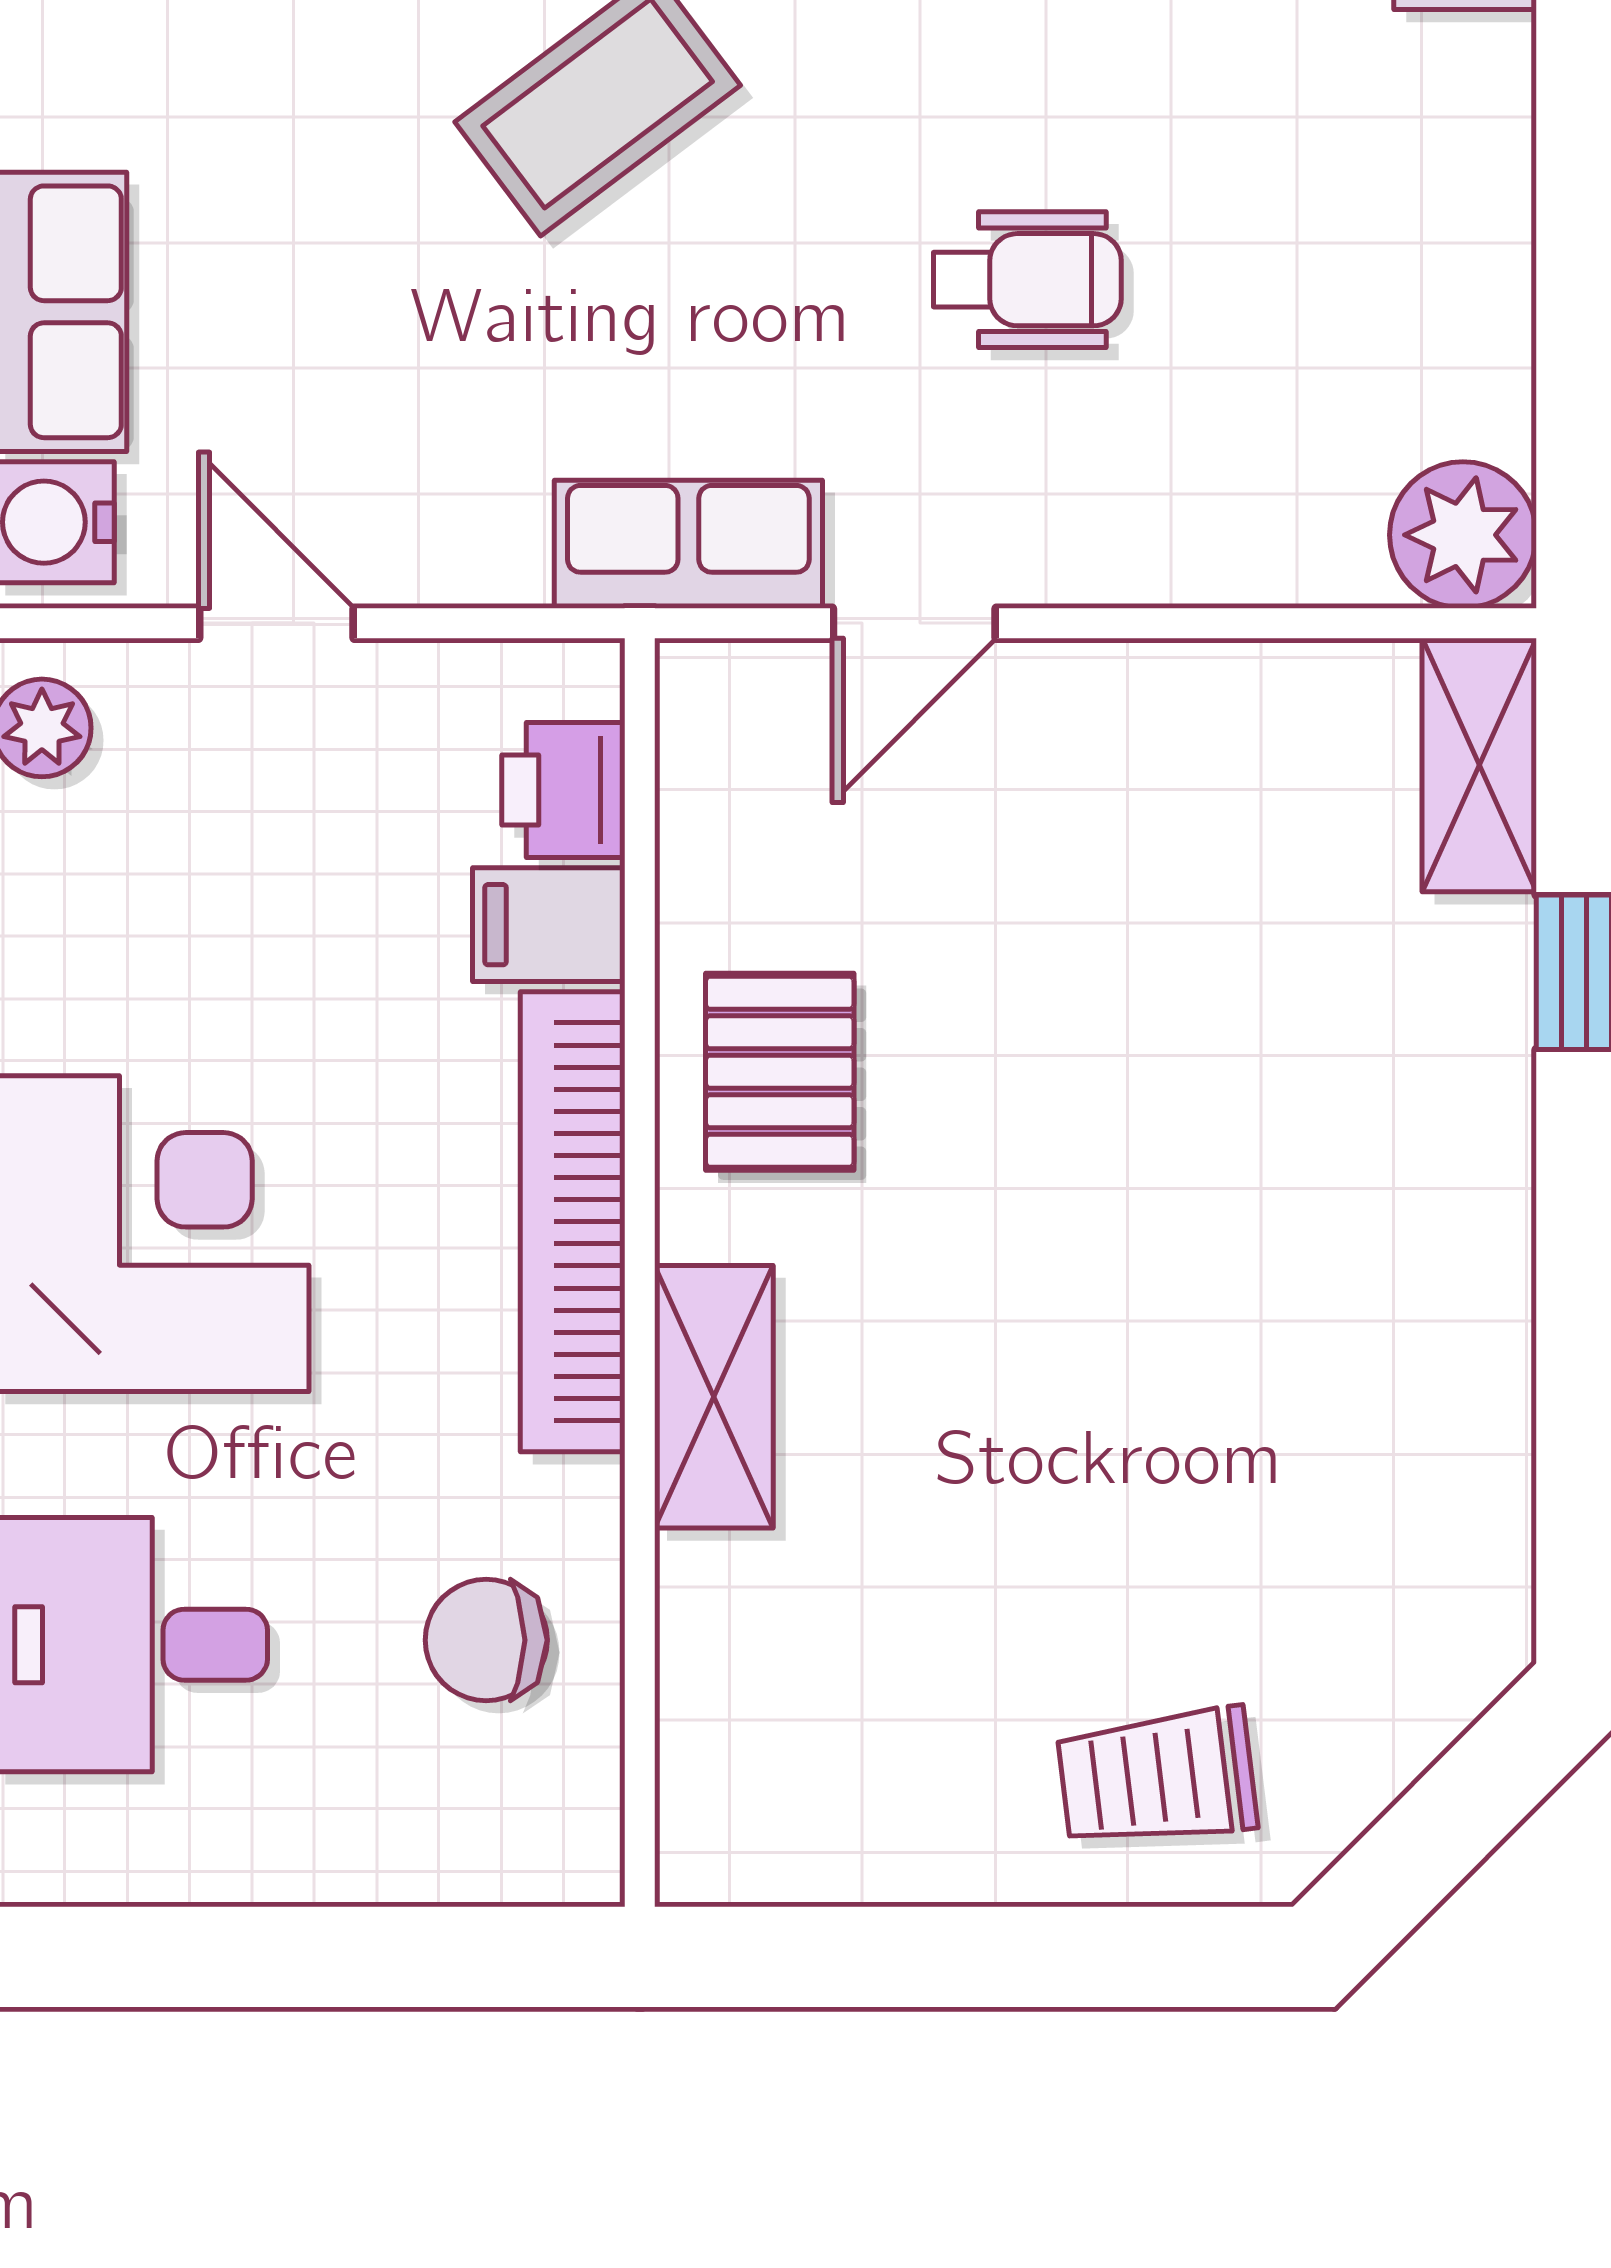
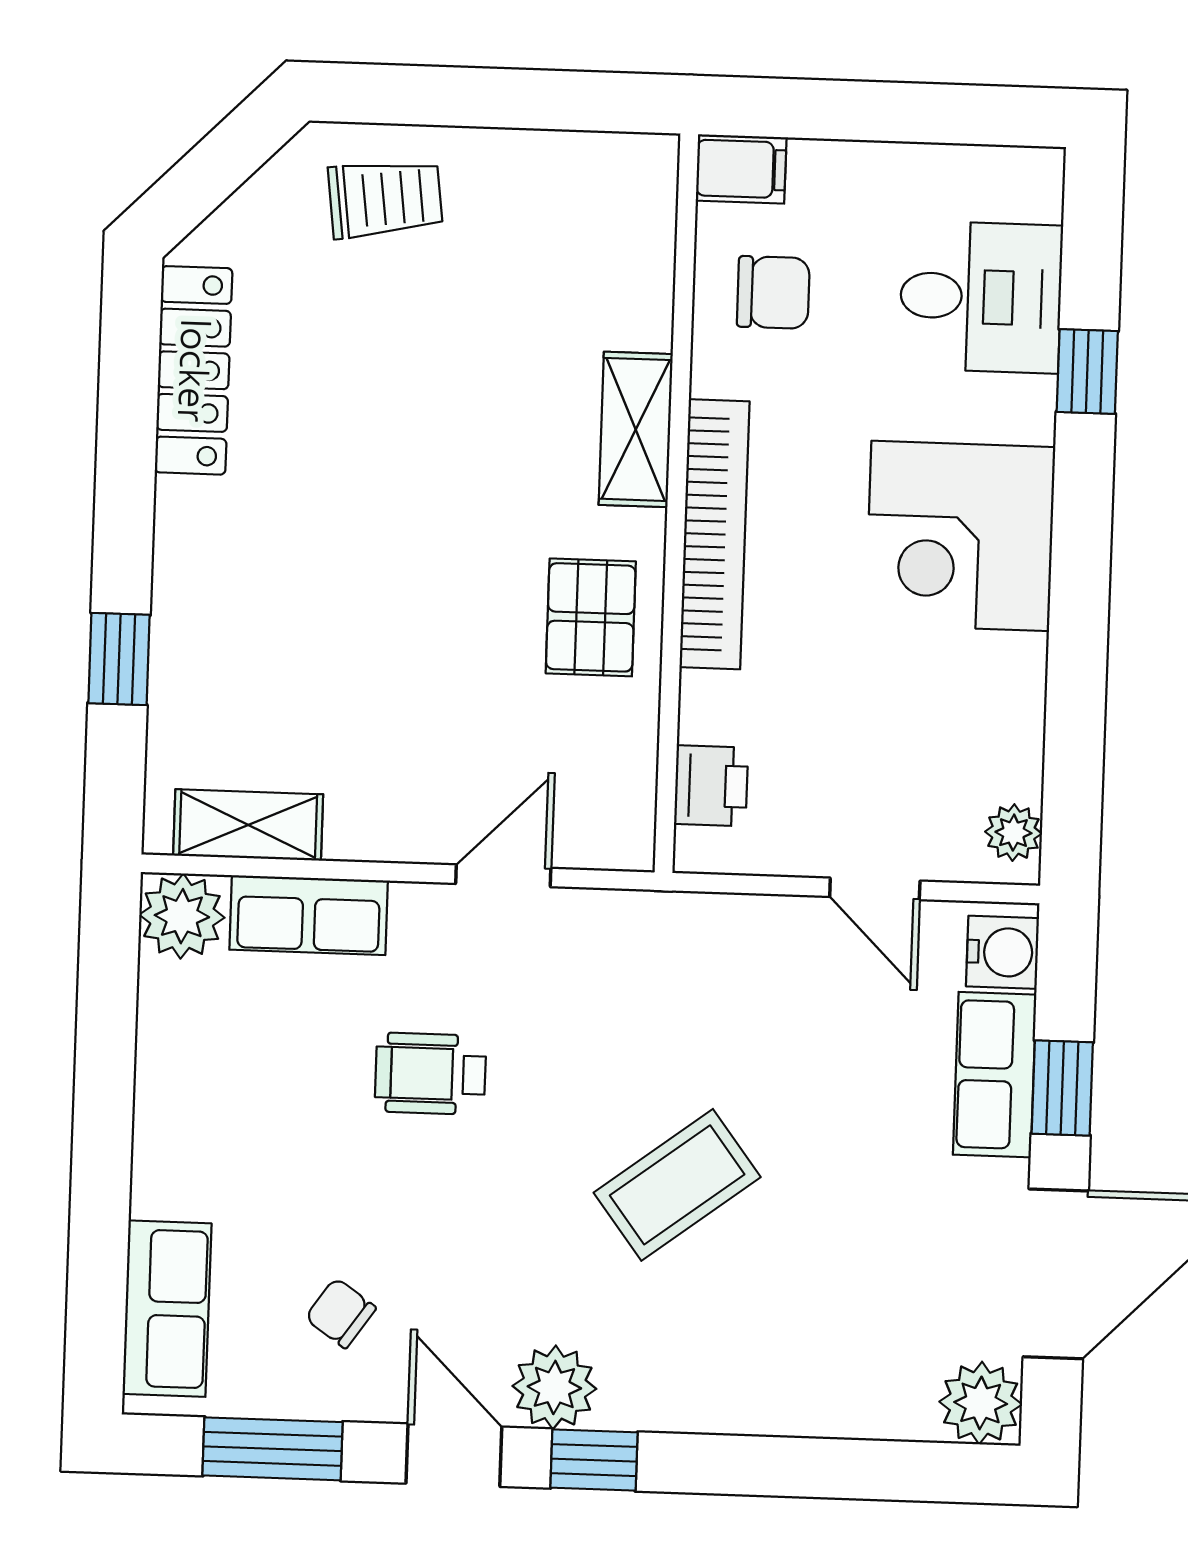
row of seats: (688, 544) -> (309, 915), moved
shelving: (1479, 765) -> (248, 825), moved, turned 90
filing cabinet: (549, 925) -> (741, 169), moved
locker: (1476, 1472) -> (194, 370), added

